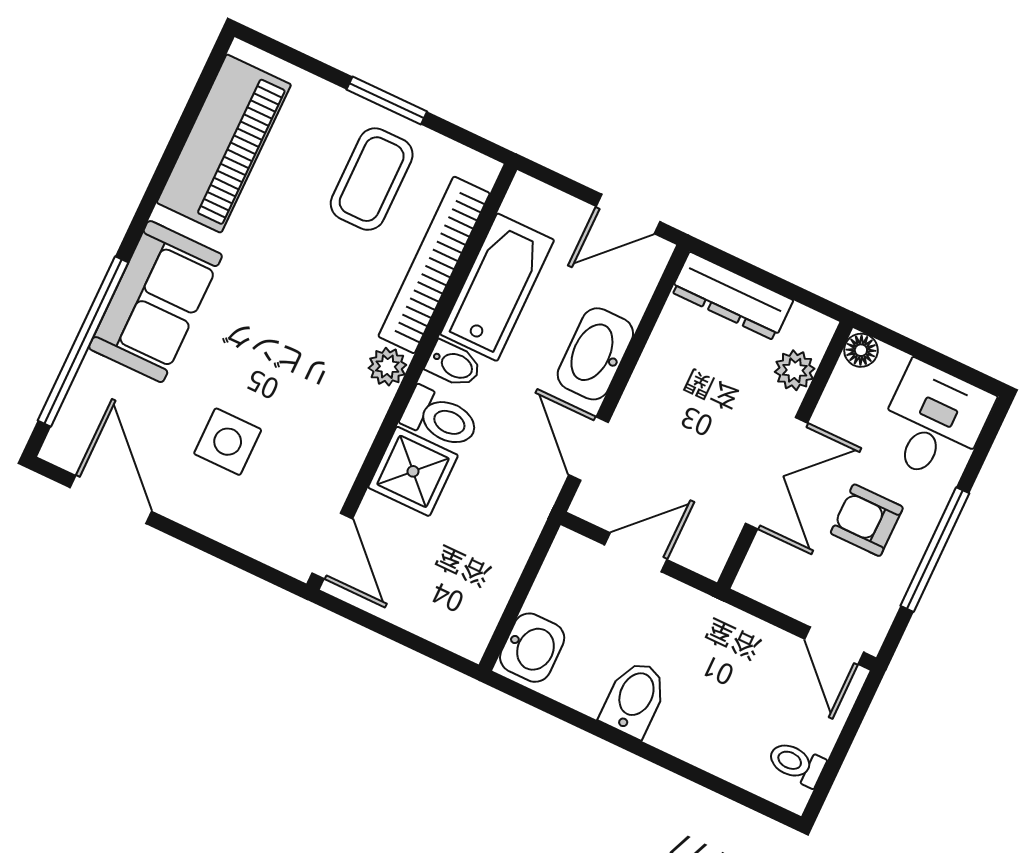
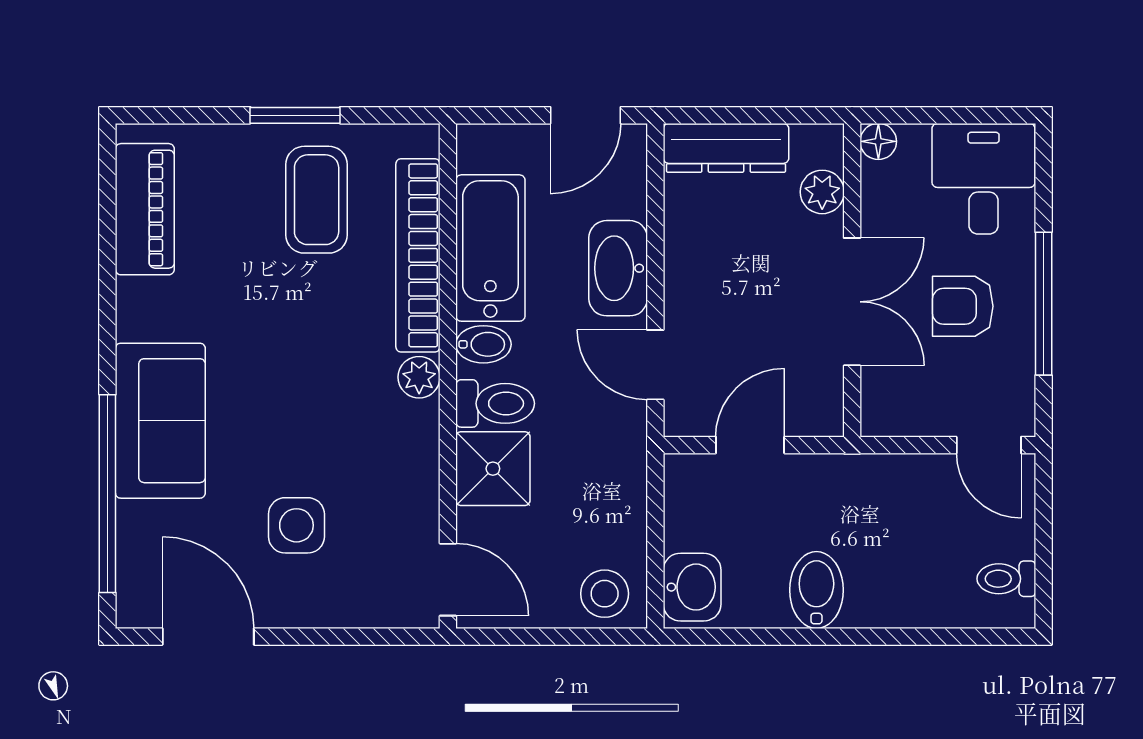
piano: (224, 144) -> (145, 209), width x0.73, depth x0.75
stool: (457, 619) -> (605, 594), added

